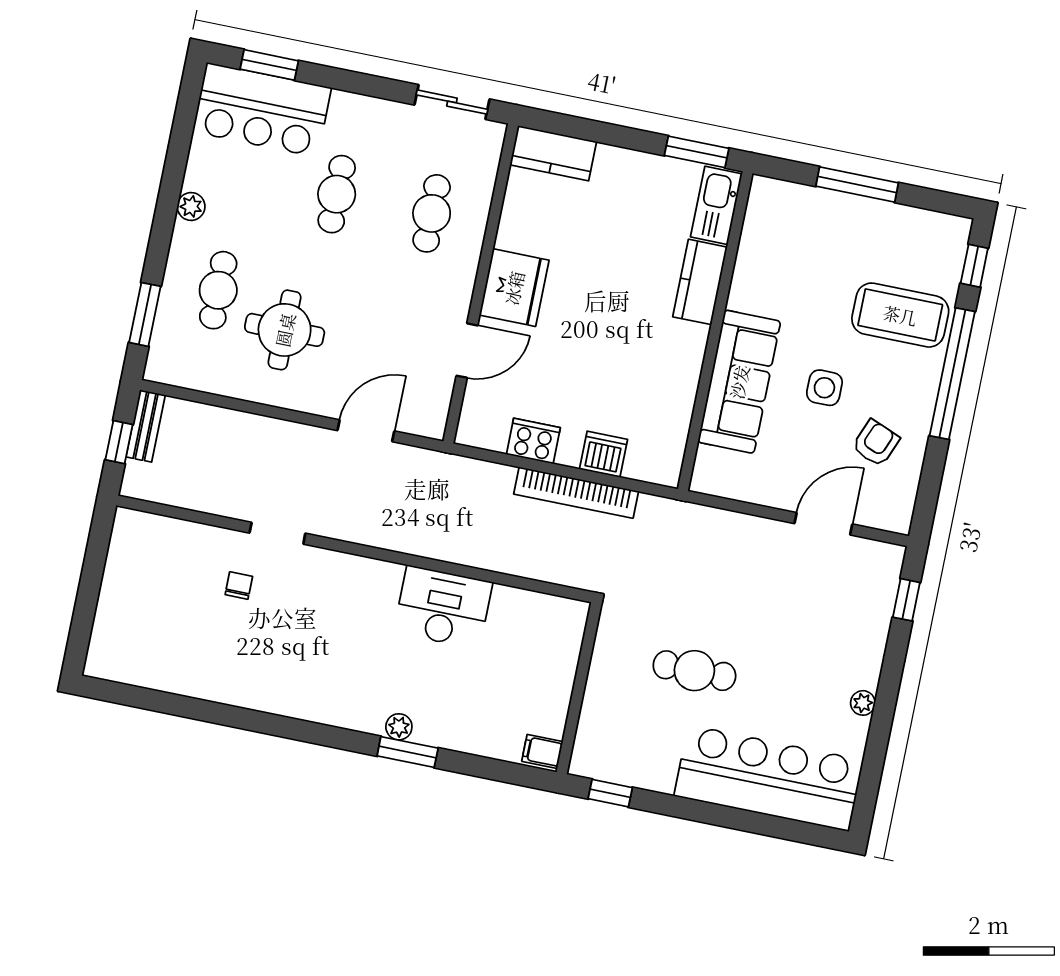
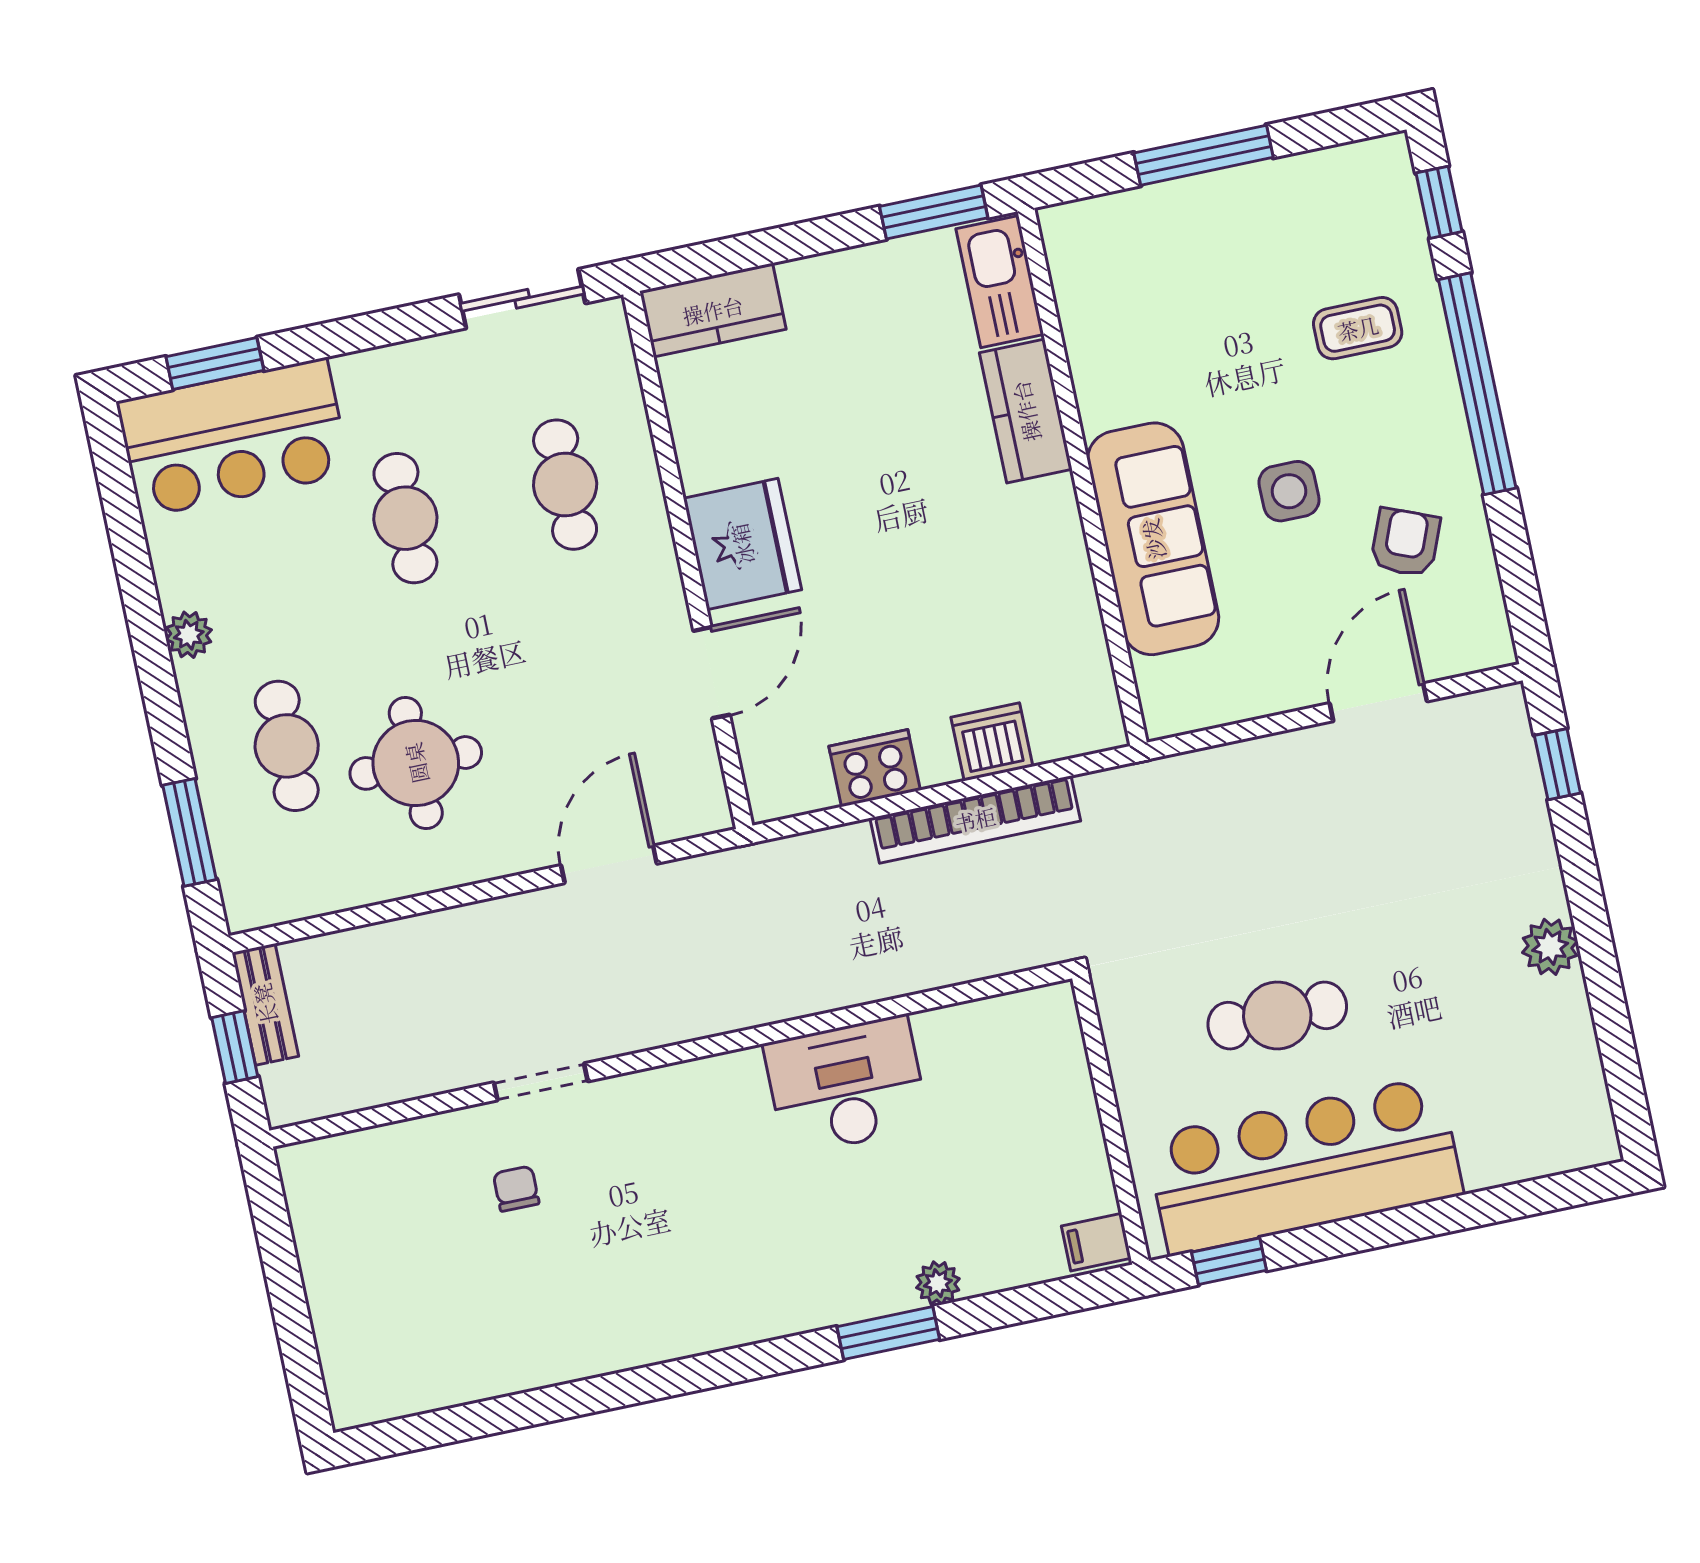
coffee table: (900, 315) -> (1358, 328), width x0.54, depth x0.58
plant: (863, 703) -> (1550, 947), width x1.38, depth x1.38
plant: (399, 727) -> (938, 1283), moved
bar counter: (769, 778) -> (1304, 1166), moved

